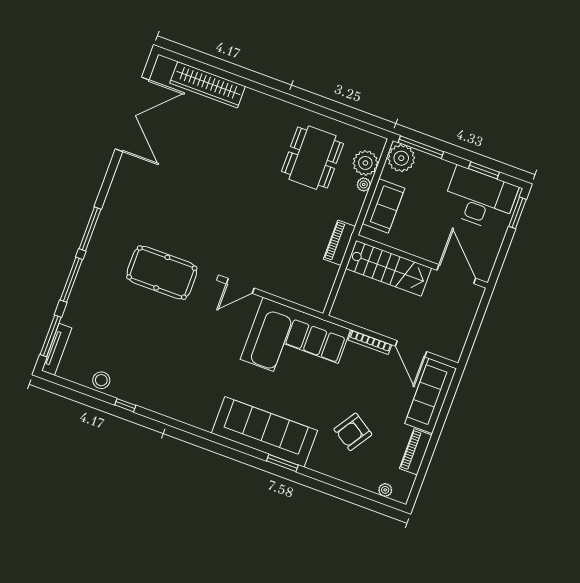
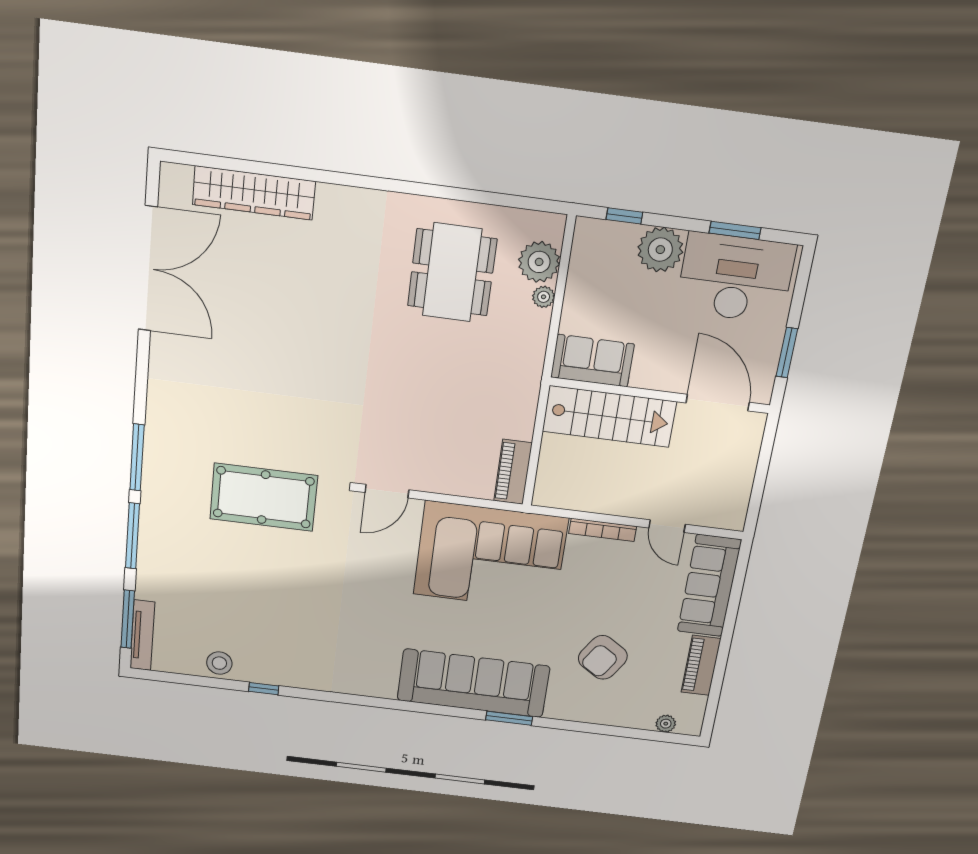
window: (421, 147) -> (624, 216), width x0.46
plant: (401, 158) -> (660, 250), moved
sofa: (383, 206) -> (592, 361), moved, turned -90
window: (517, 213) -> (787, 352), moved
piano: (340, 243) -> (513, 472), moved
door: (411, 349) -> (667, 526), width x0.73

